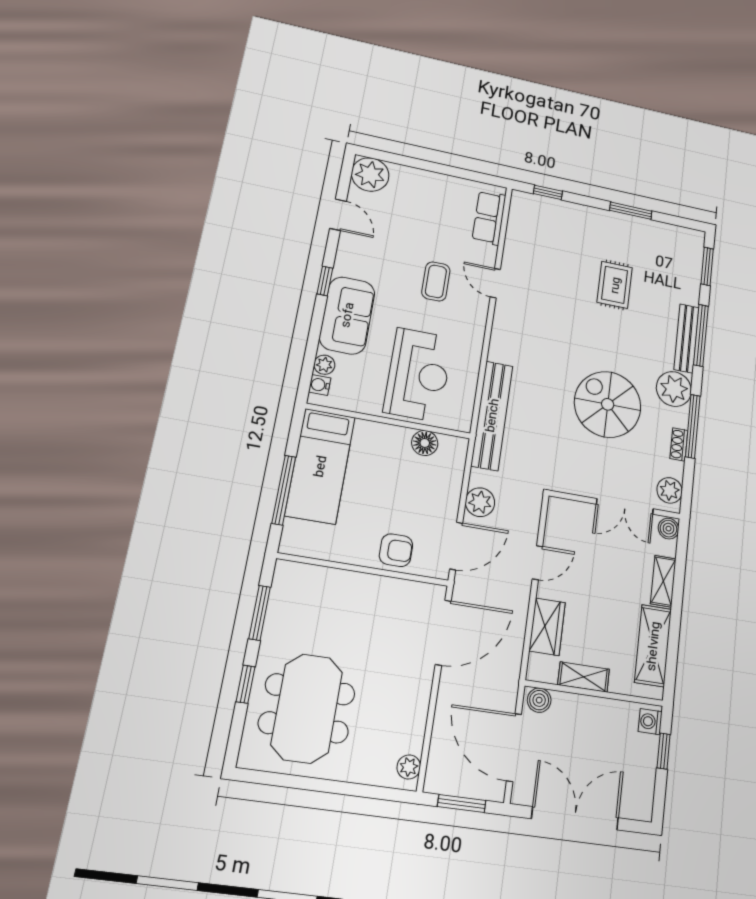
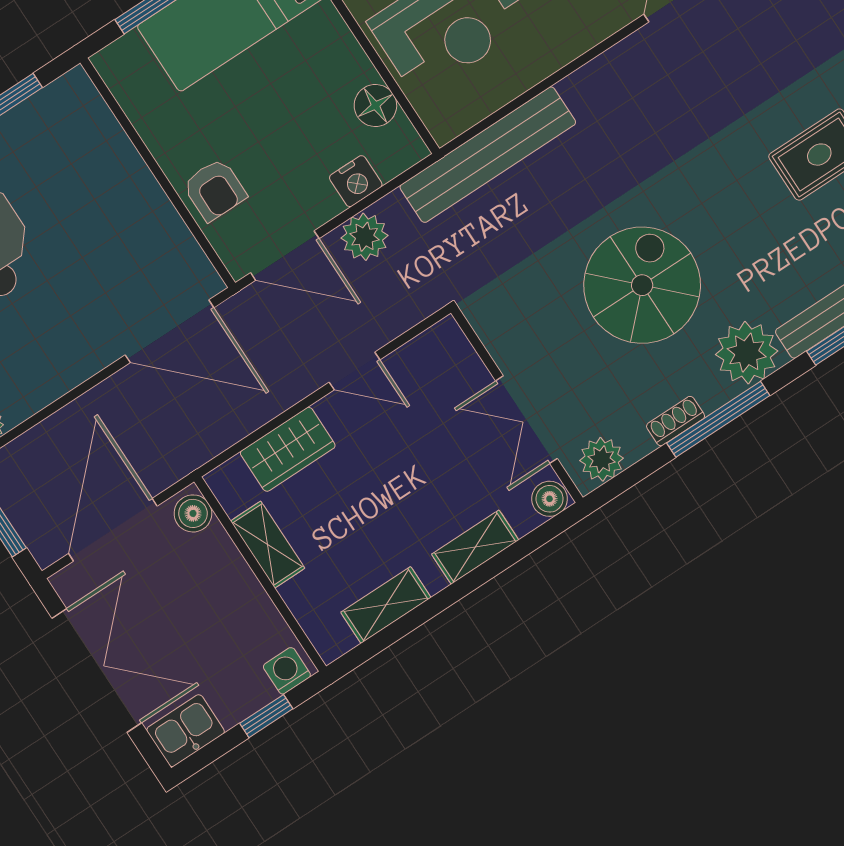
nightstand: (451, 483) -> (356, 181), added
shelving: (653, 646) -> (386, 605), width x0.67, depth x0.75
kitchen sink: (639, 798) -> (186, 731), added

